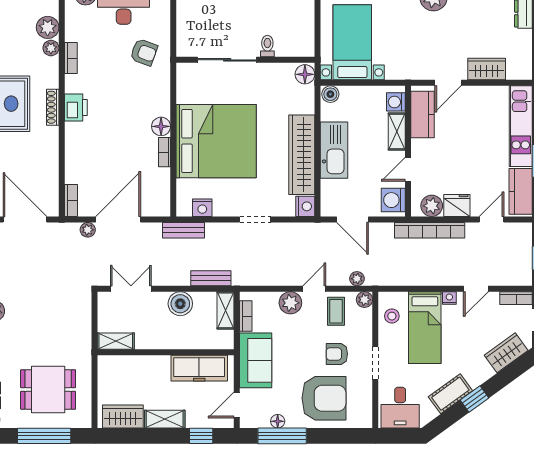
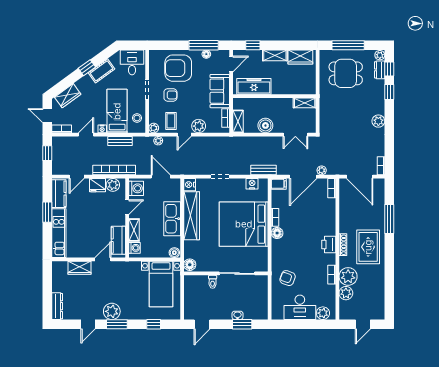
plant: (51, 48) -> (348, 276), width x1.87, depth x1.87
filing cabinet: (158, 208) -> (279, 184), added
bench: (211, 278) -> (120, 141), moved

